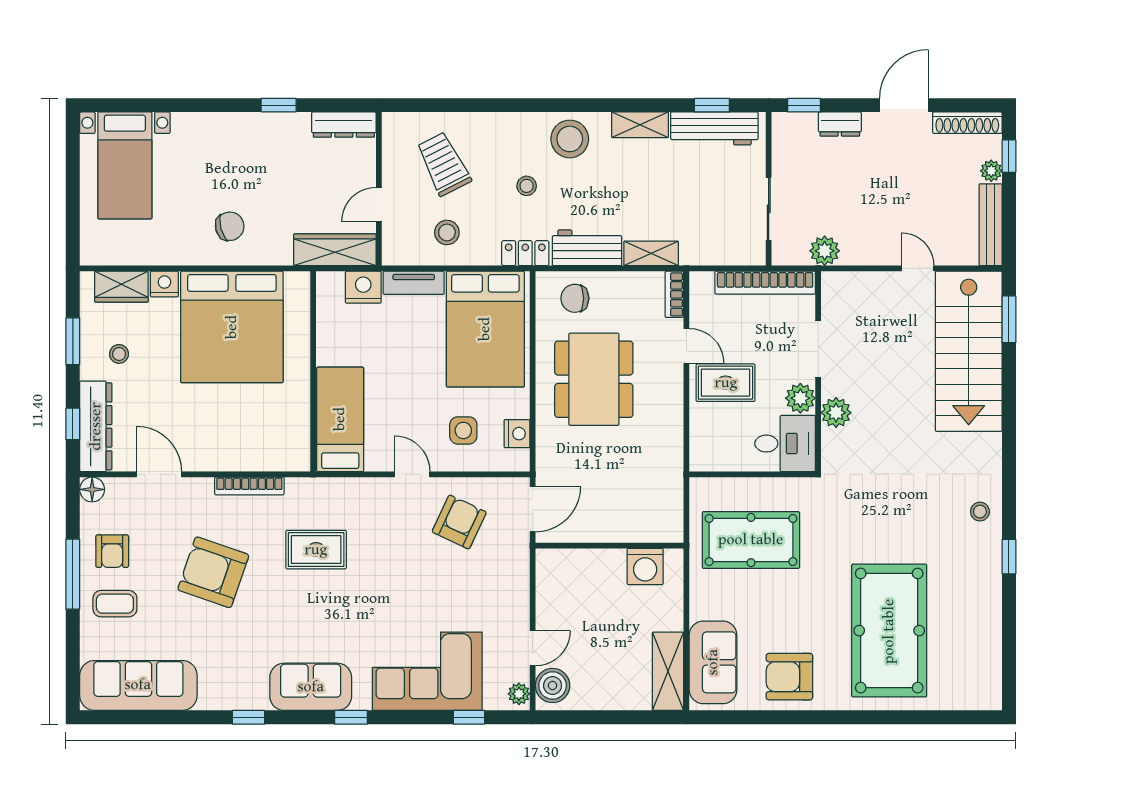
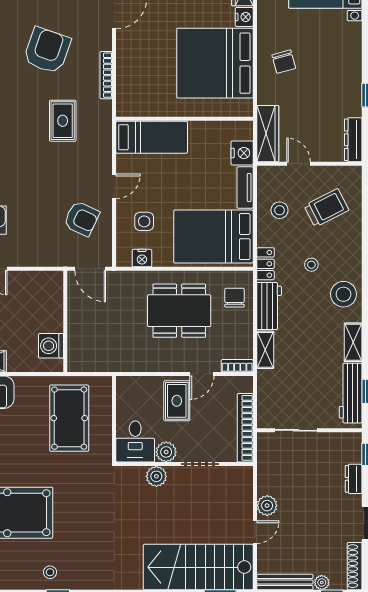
plant: (825, 251) -> (267, 506), moved
stool: (980, 512) -> (50, 572), moved

